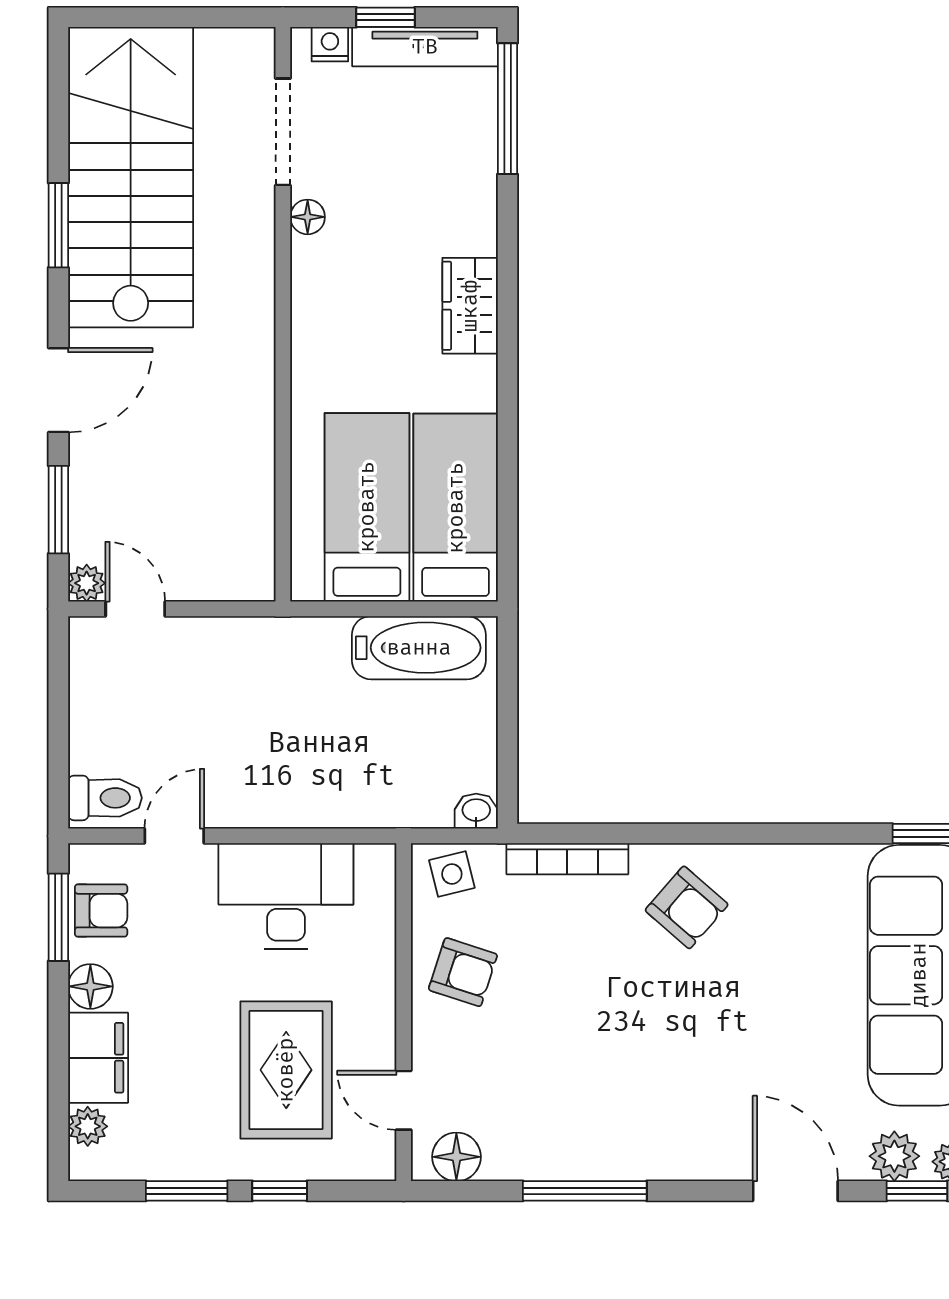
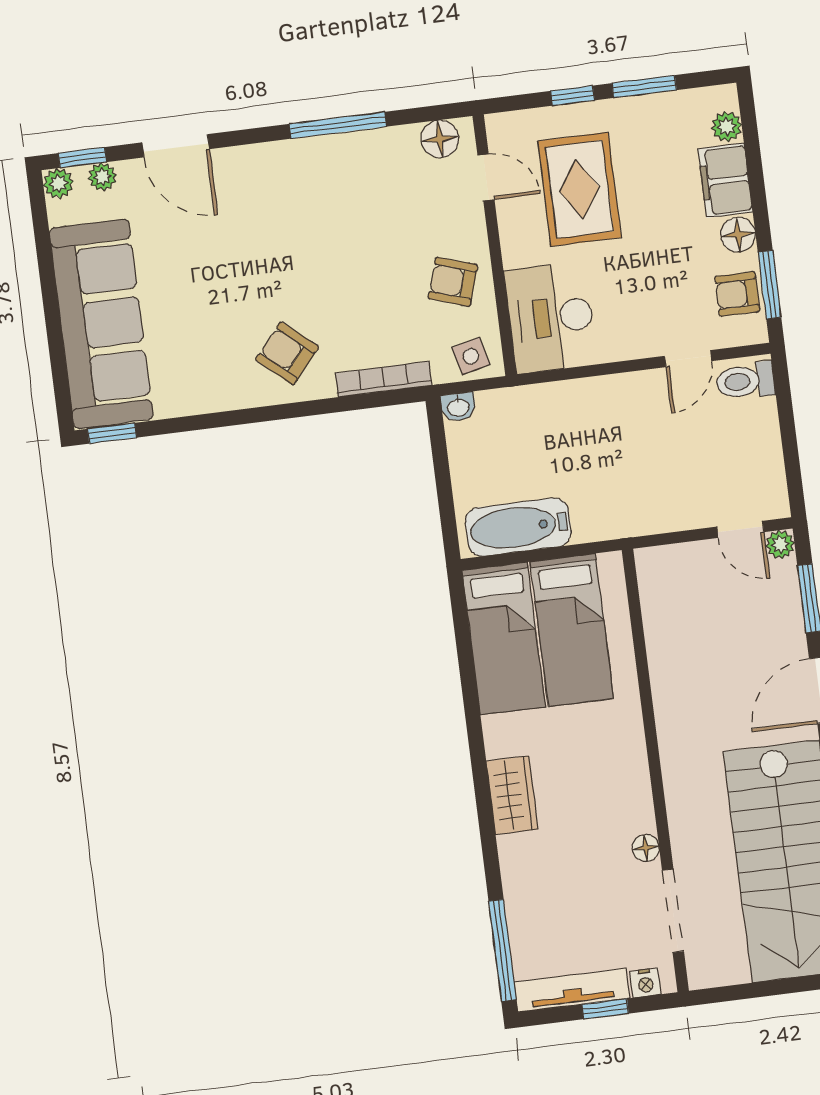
desk: (286, 896) -> (551, 317), moved, turned 90
plant: (894, 1156) -> (102, 177), width x0.73, depth x0.73

